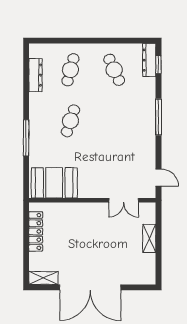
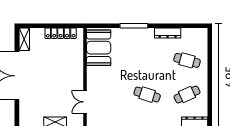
dresser: (35, 75) -> (168, 33), moved
cafe table: (70, 121) -> (147, 95), moved

